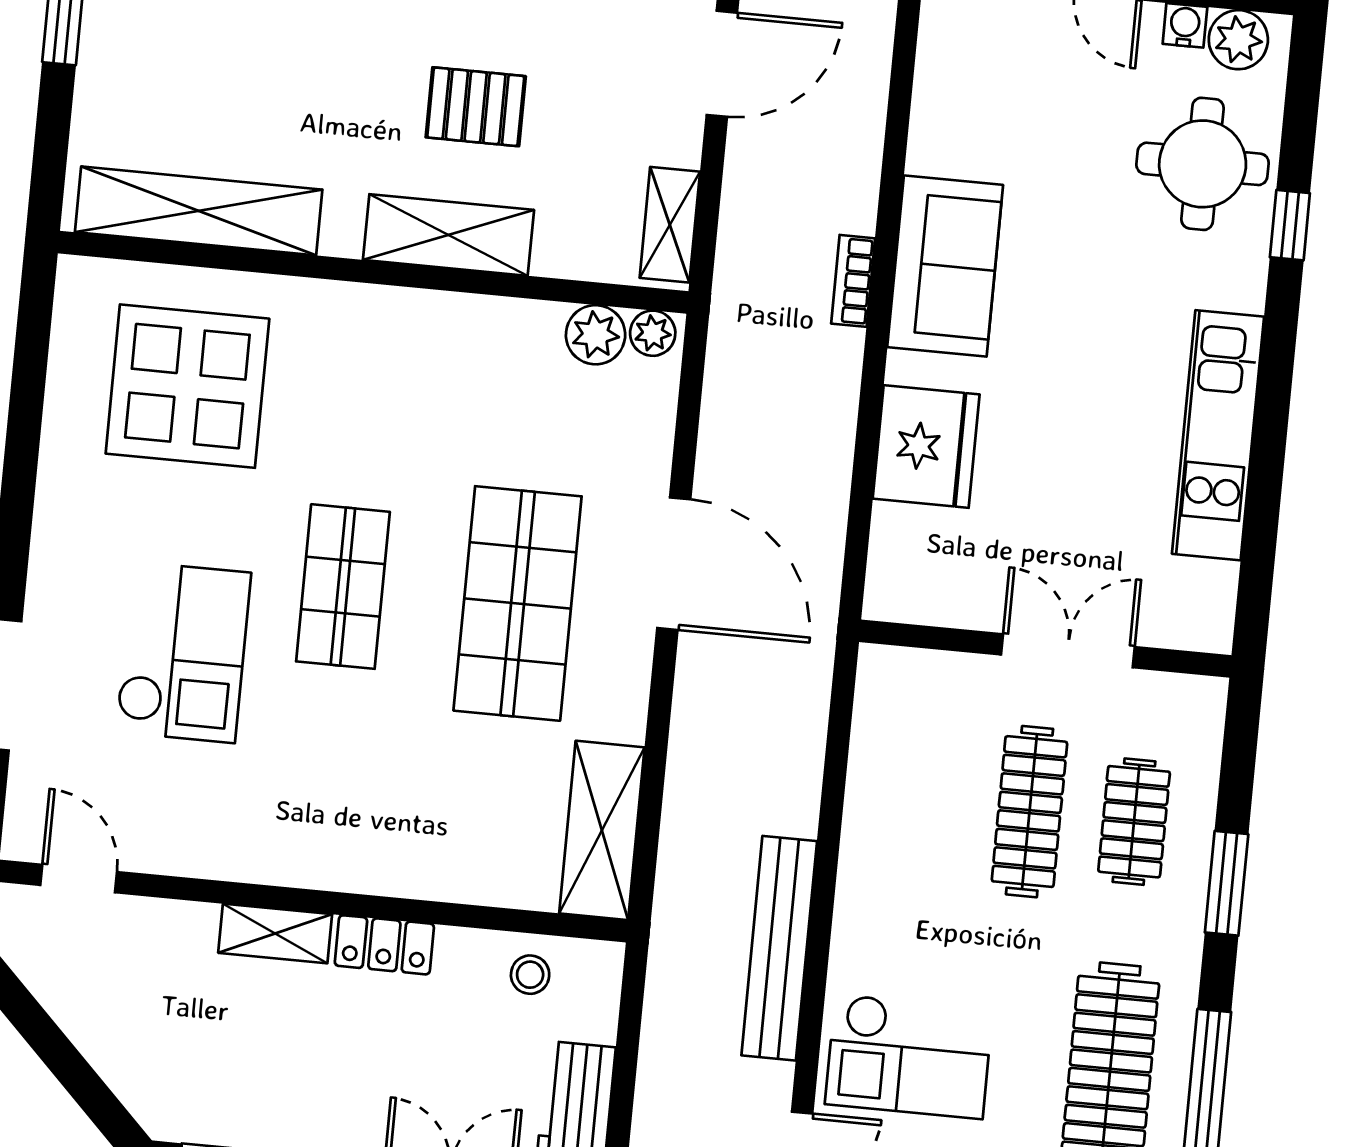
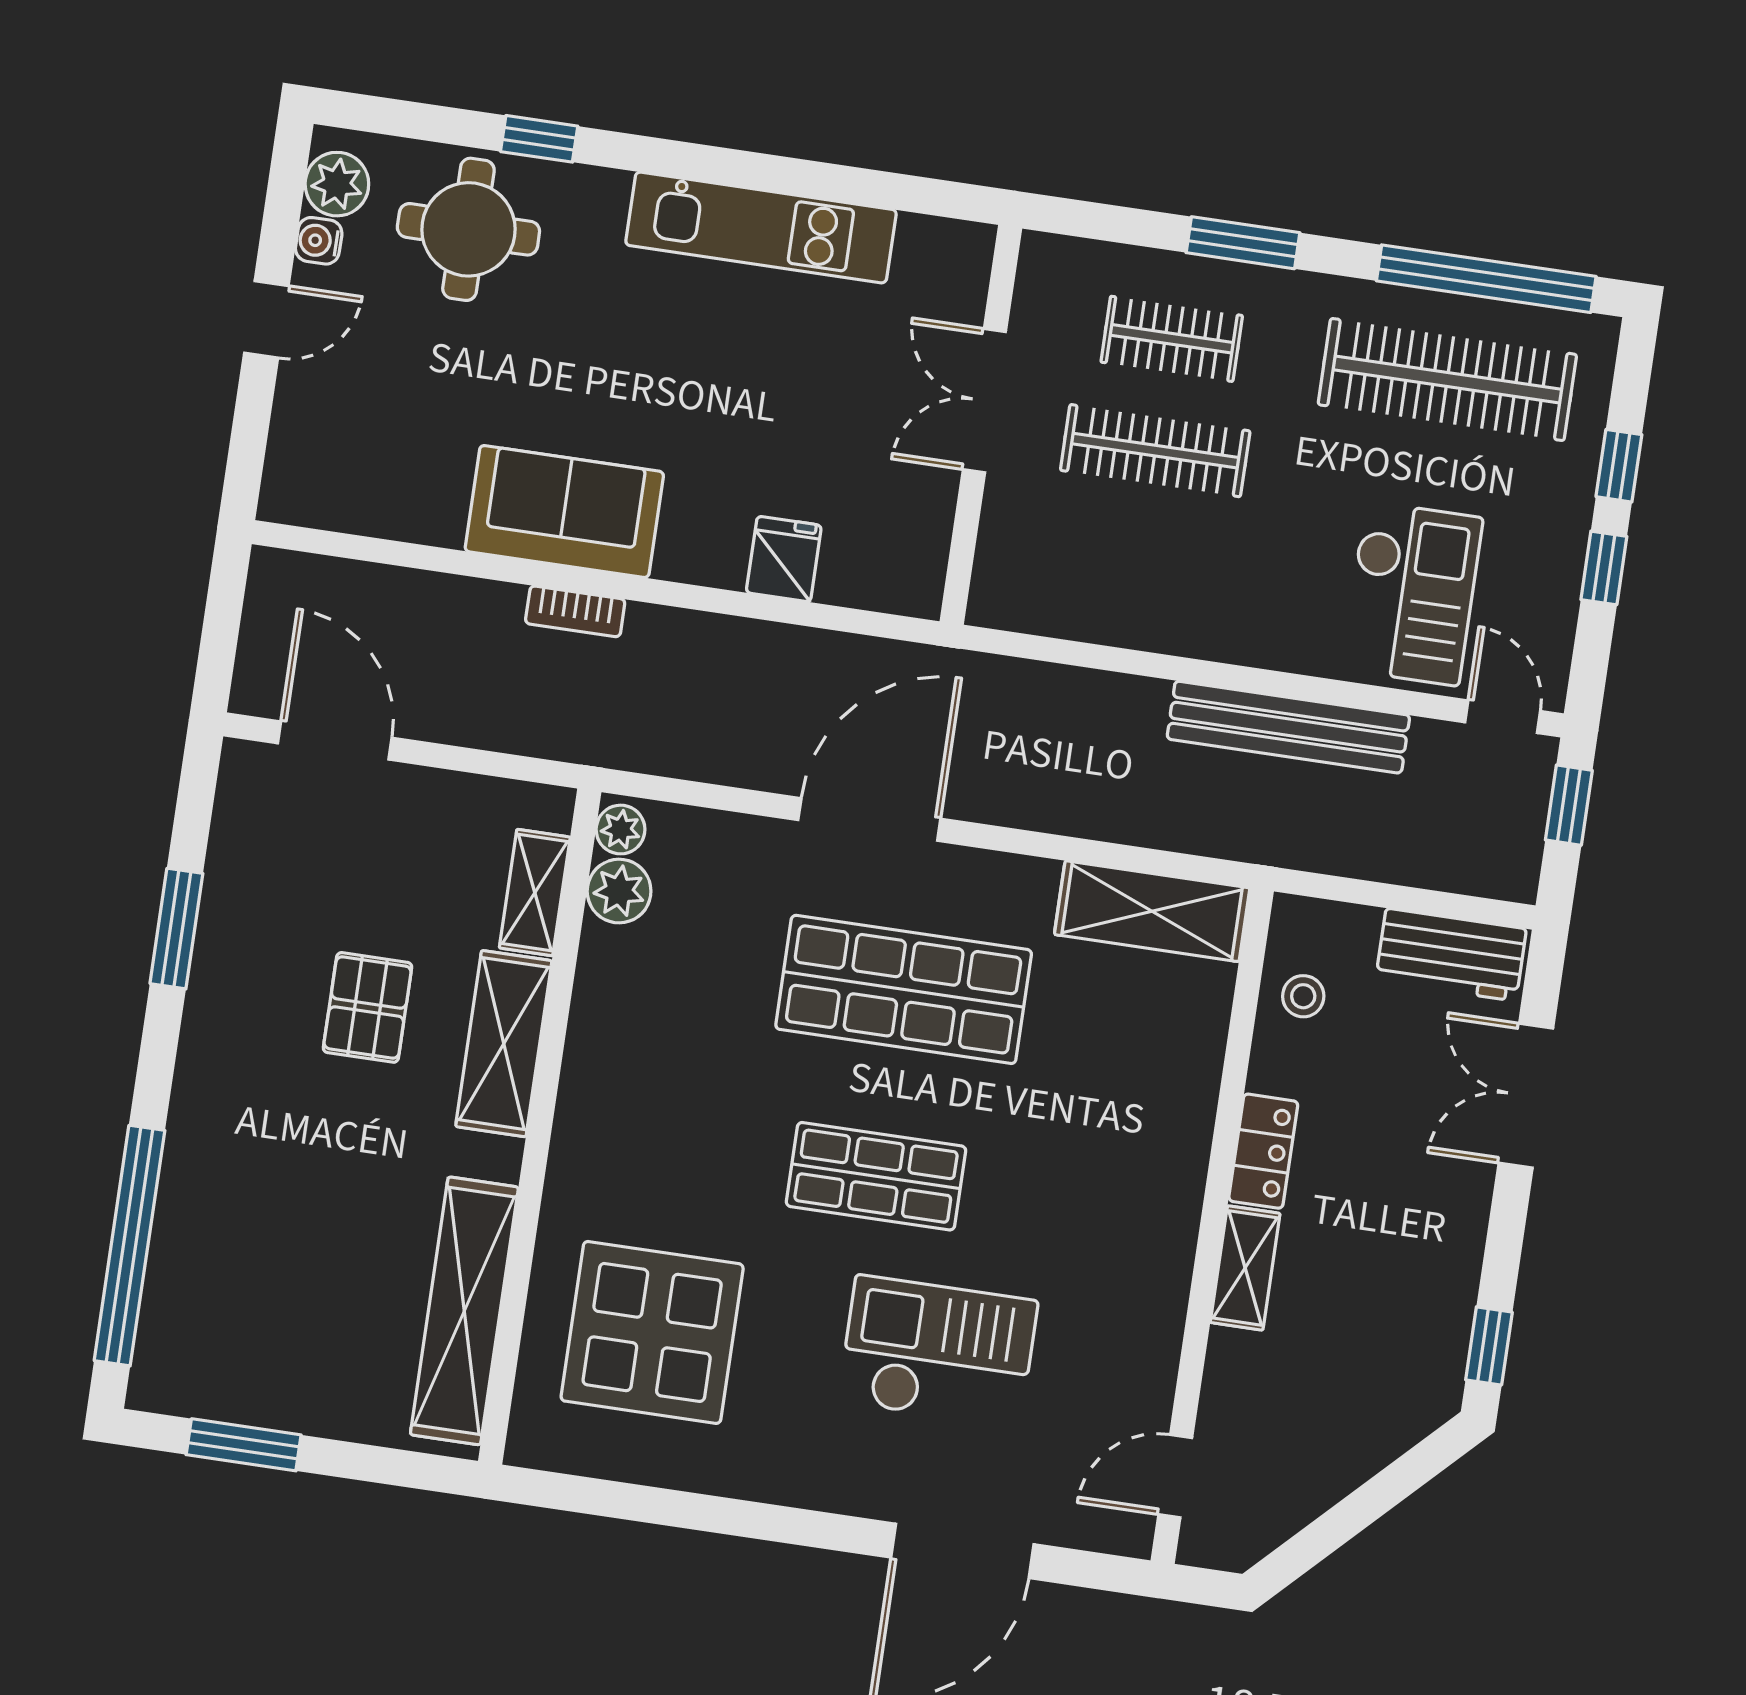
shelving: (670, 225) -> (535, 893), moved, turned 90
fridge: (926, 447) -> (784, 559), width x0.53, depth x0.75

